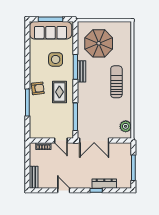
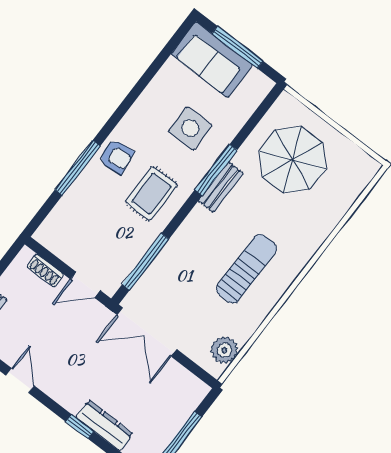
sofa: (51, 30) -> (212, 60), width x0.73
sun lounger: (116, 82) -> (247, 269), moved
door: (61, 140) -> (85, 285), hinge flipped

